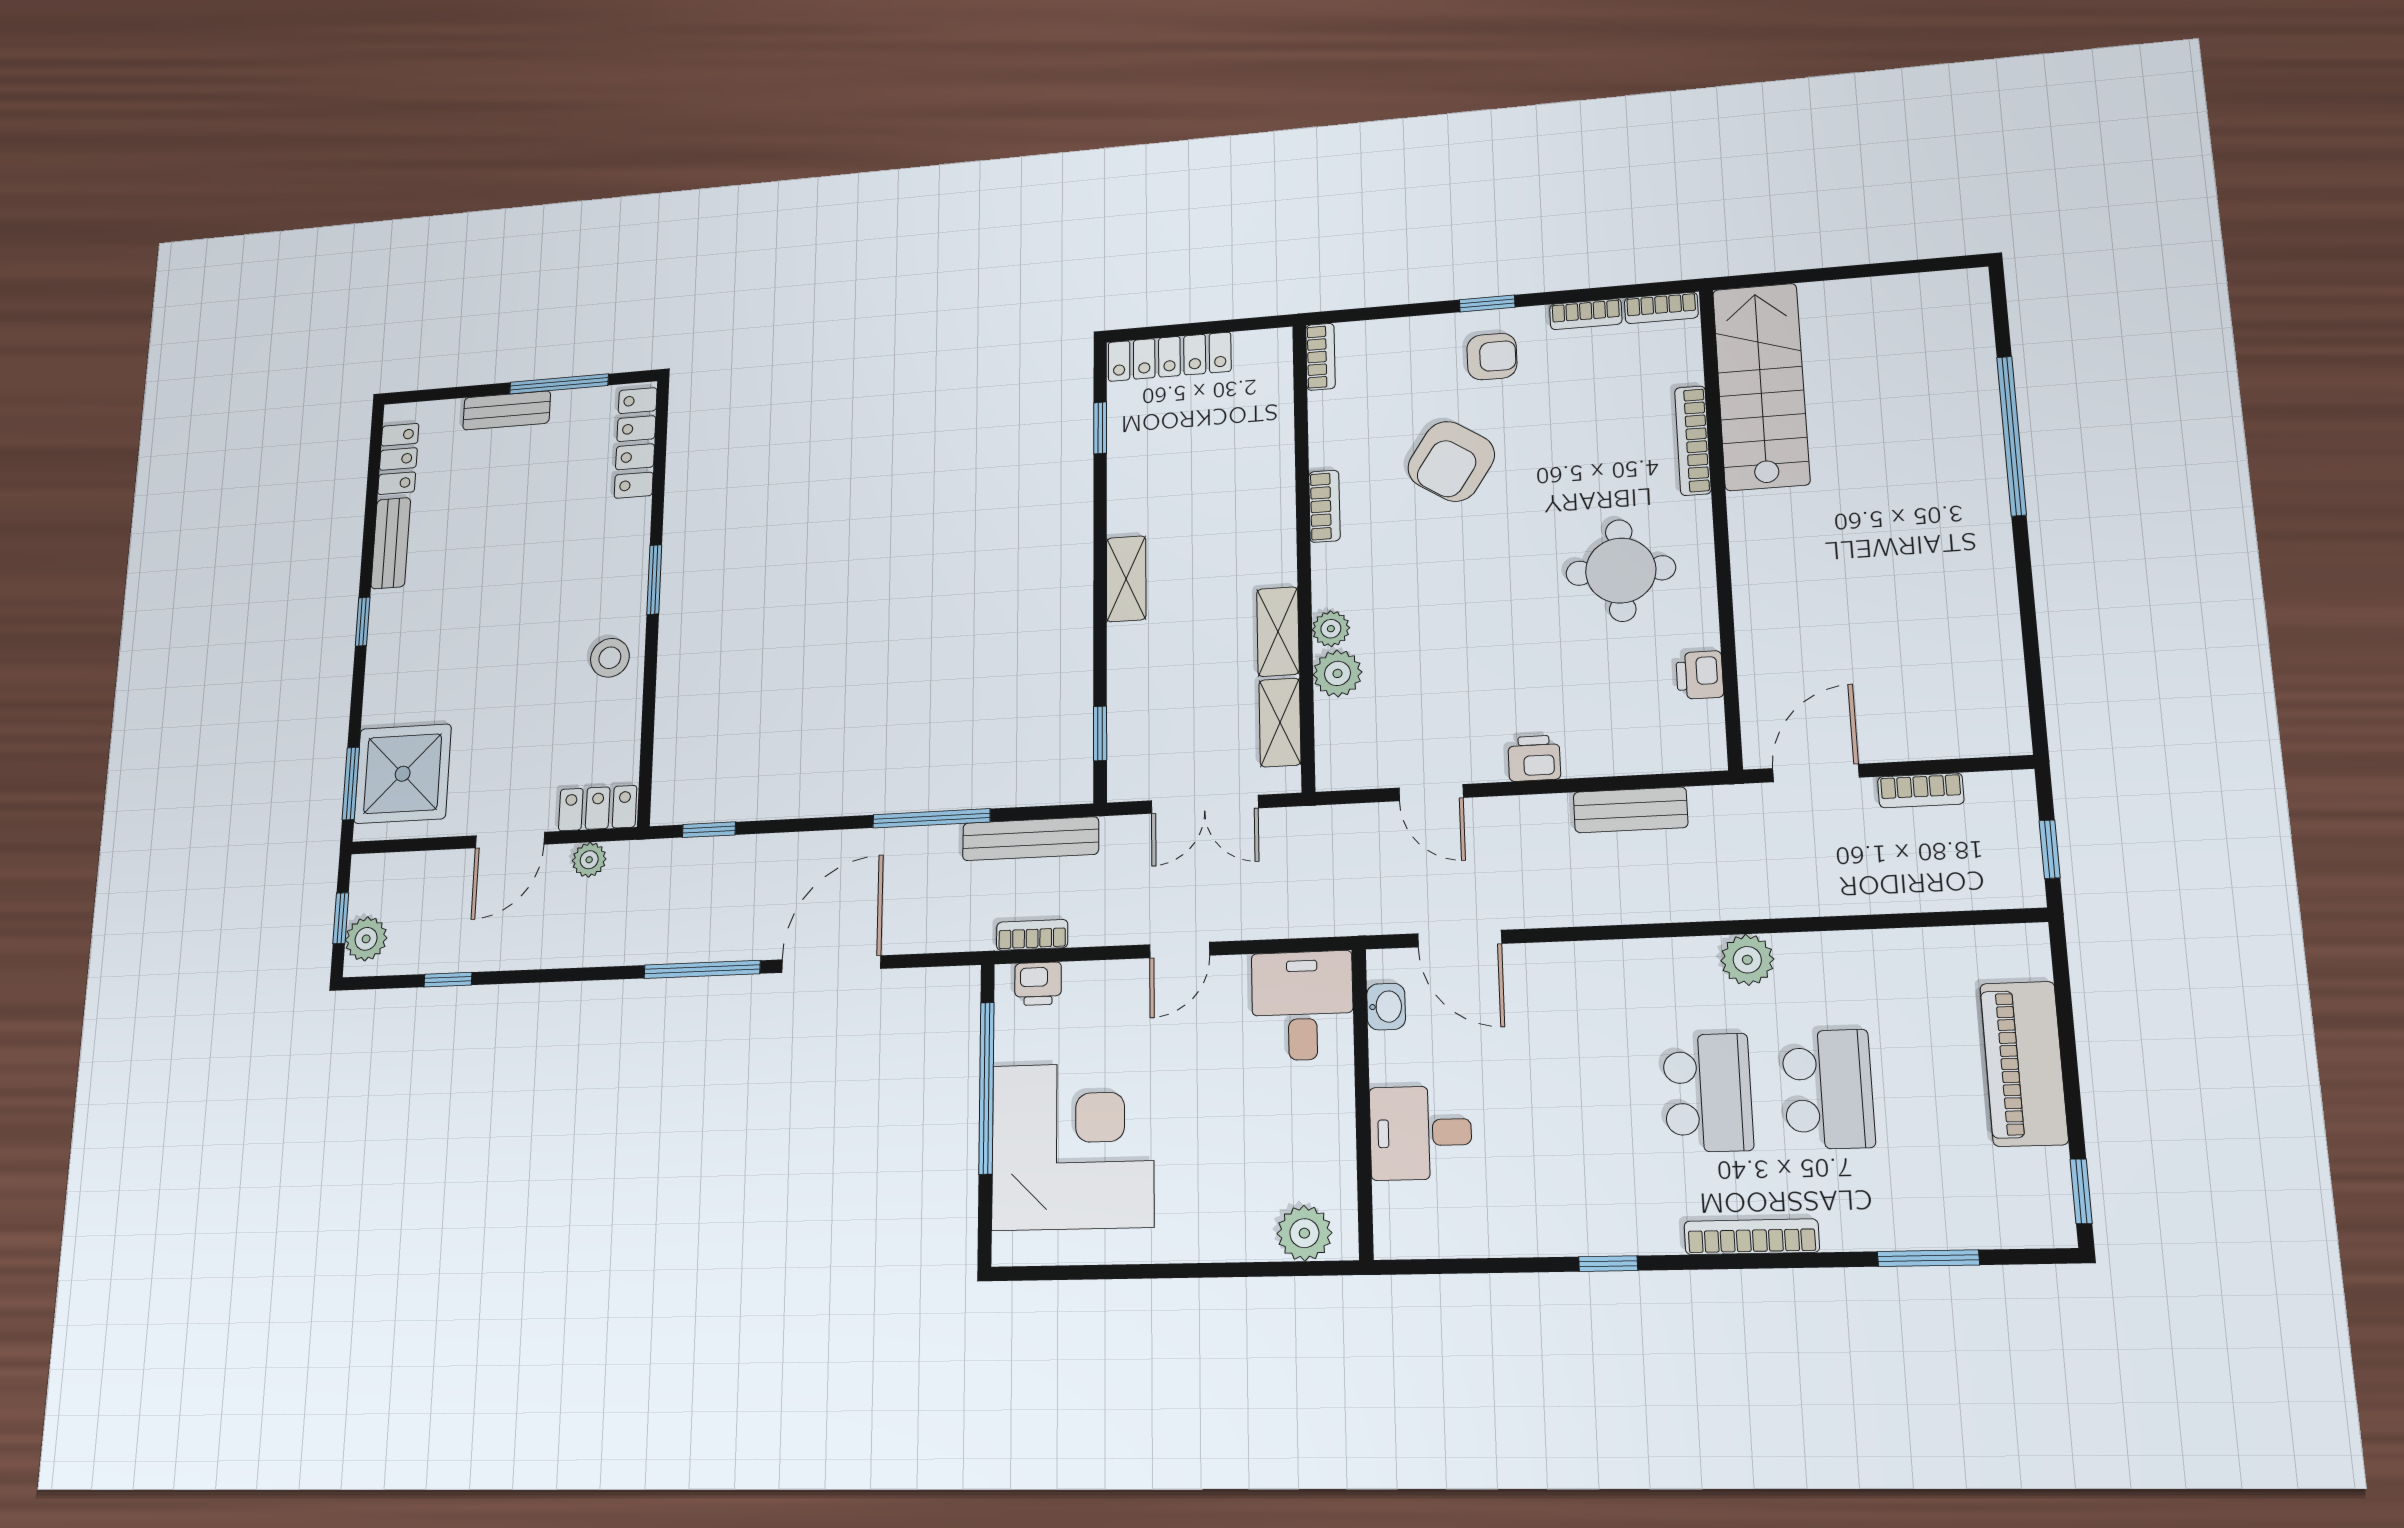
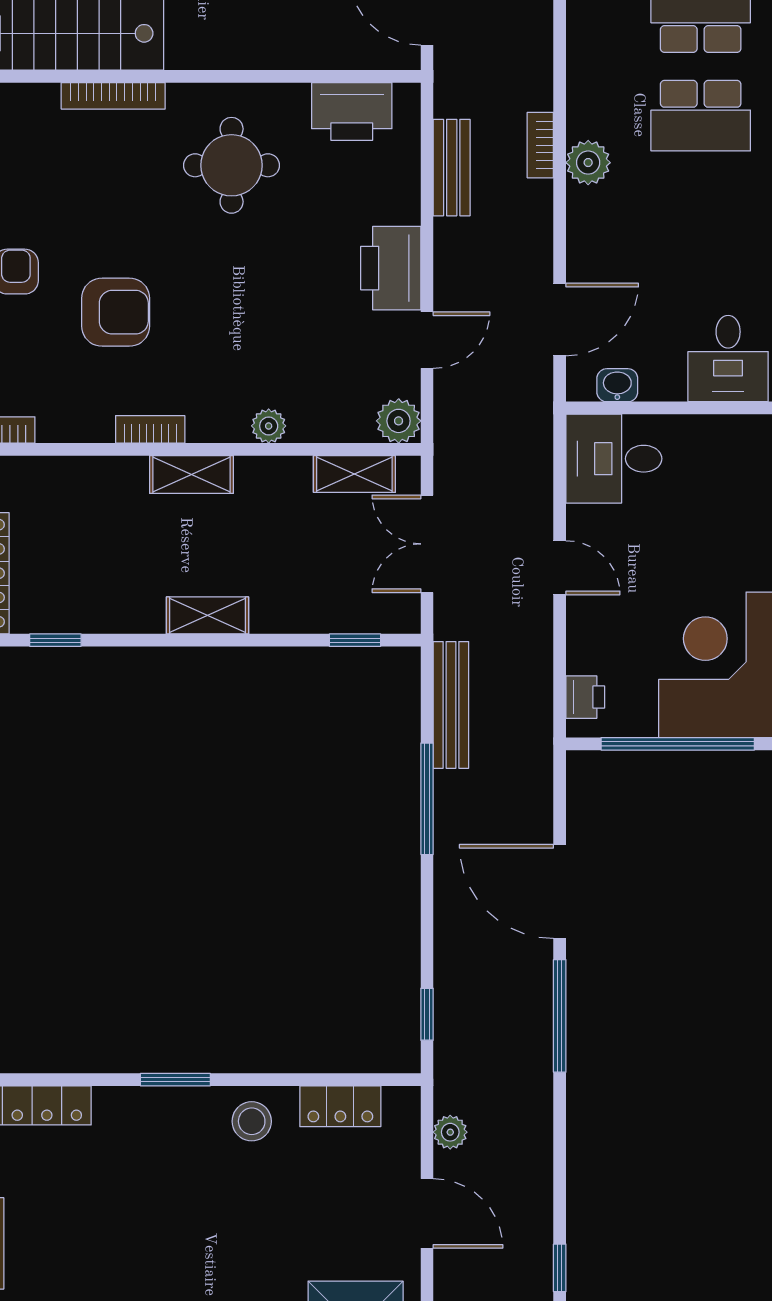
armchair: (1451, 461) -> (116, 312), turned -33
shelving: (1278, 632) -> (191, 475), moved
plant: (1337, 673) -> (399, 421), moved
printer: (1700, 675) -> (352, 111), width x1.87, depth x1.48
printer: (1534, 758) -> (391, 268), width x1.87, depth x1.48
double door: (1205, 804) -> (427, 544), swing flipped
locker: (598, 808) -> (340, 1106), moved, turned -90
bookcase: (1032, 935) -> (540, 145), moved
plant: (1747, 960) -> (588, 163), moved
school desk: (1708, 1093) -> (701, 116), turned 180

